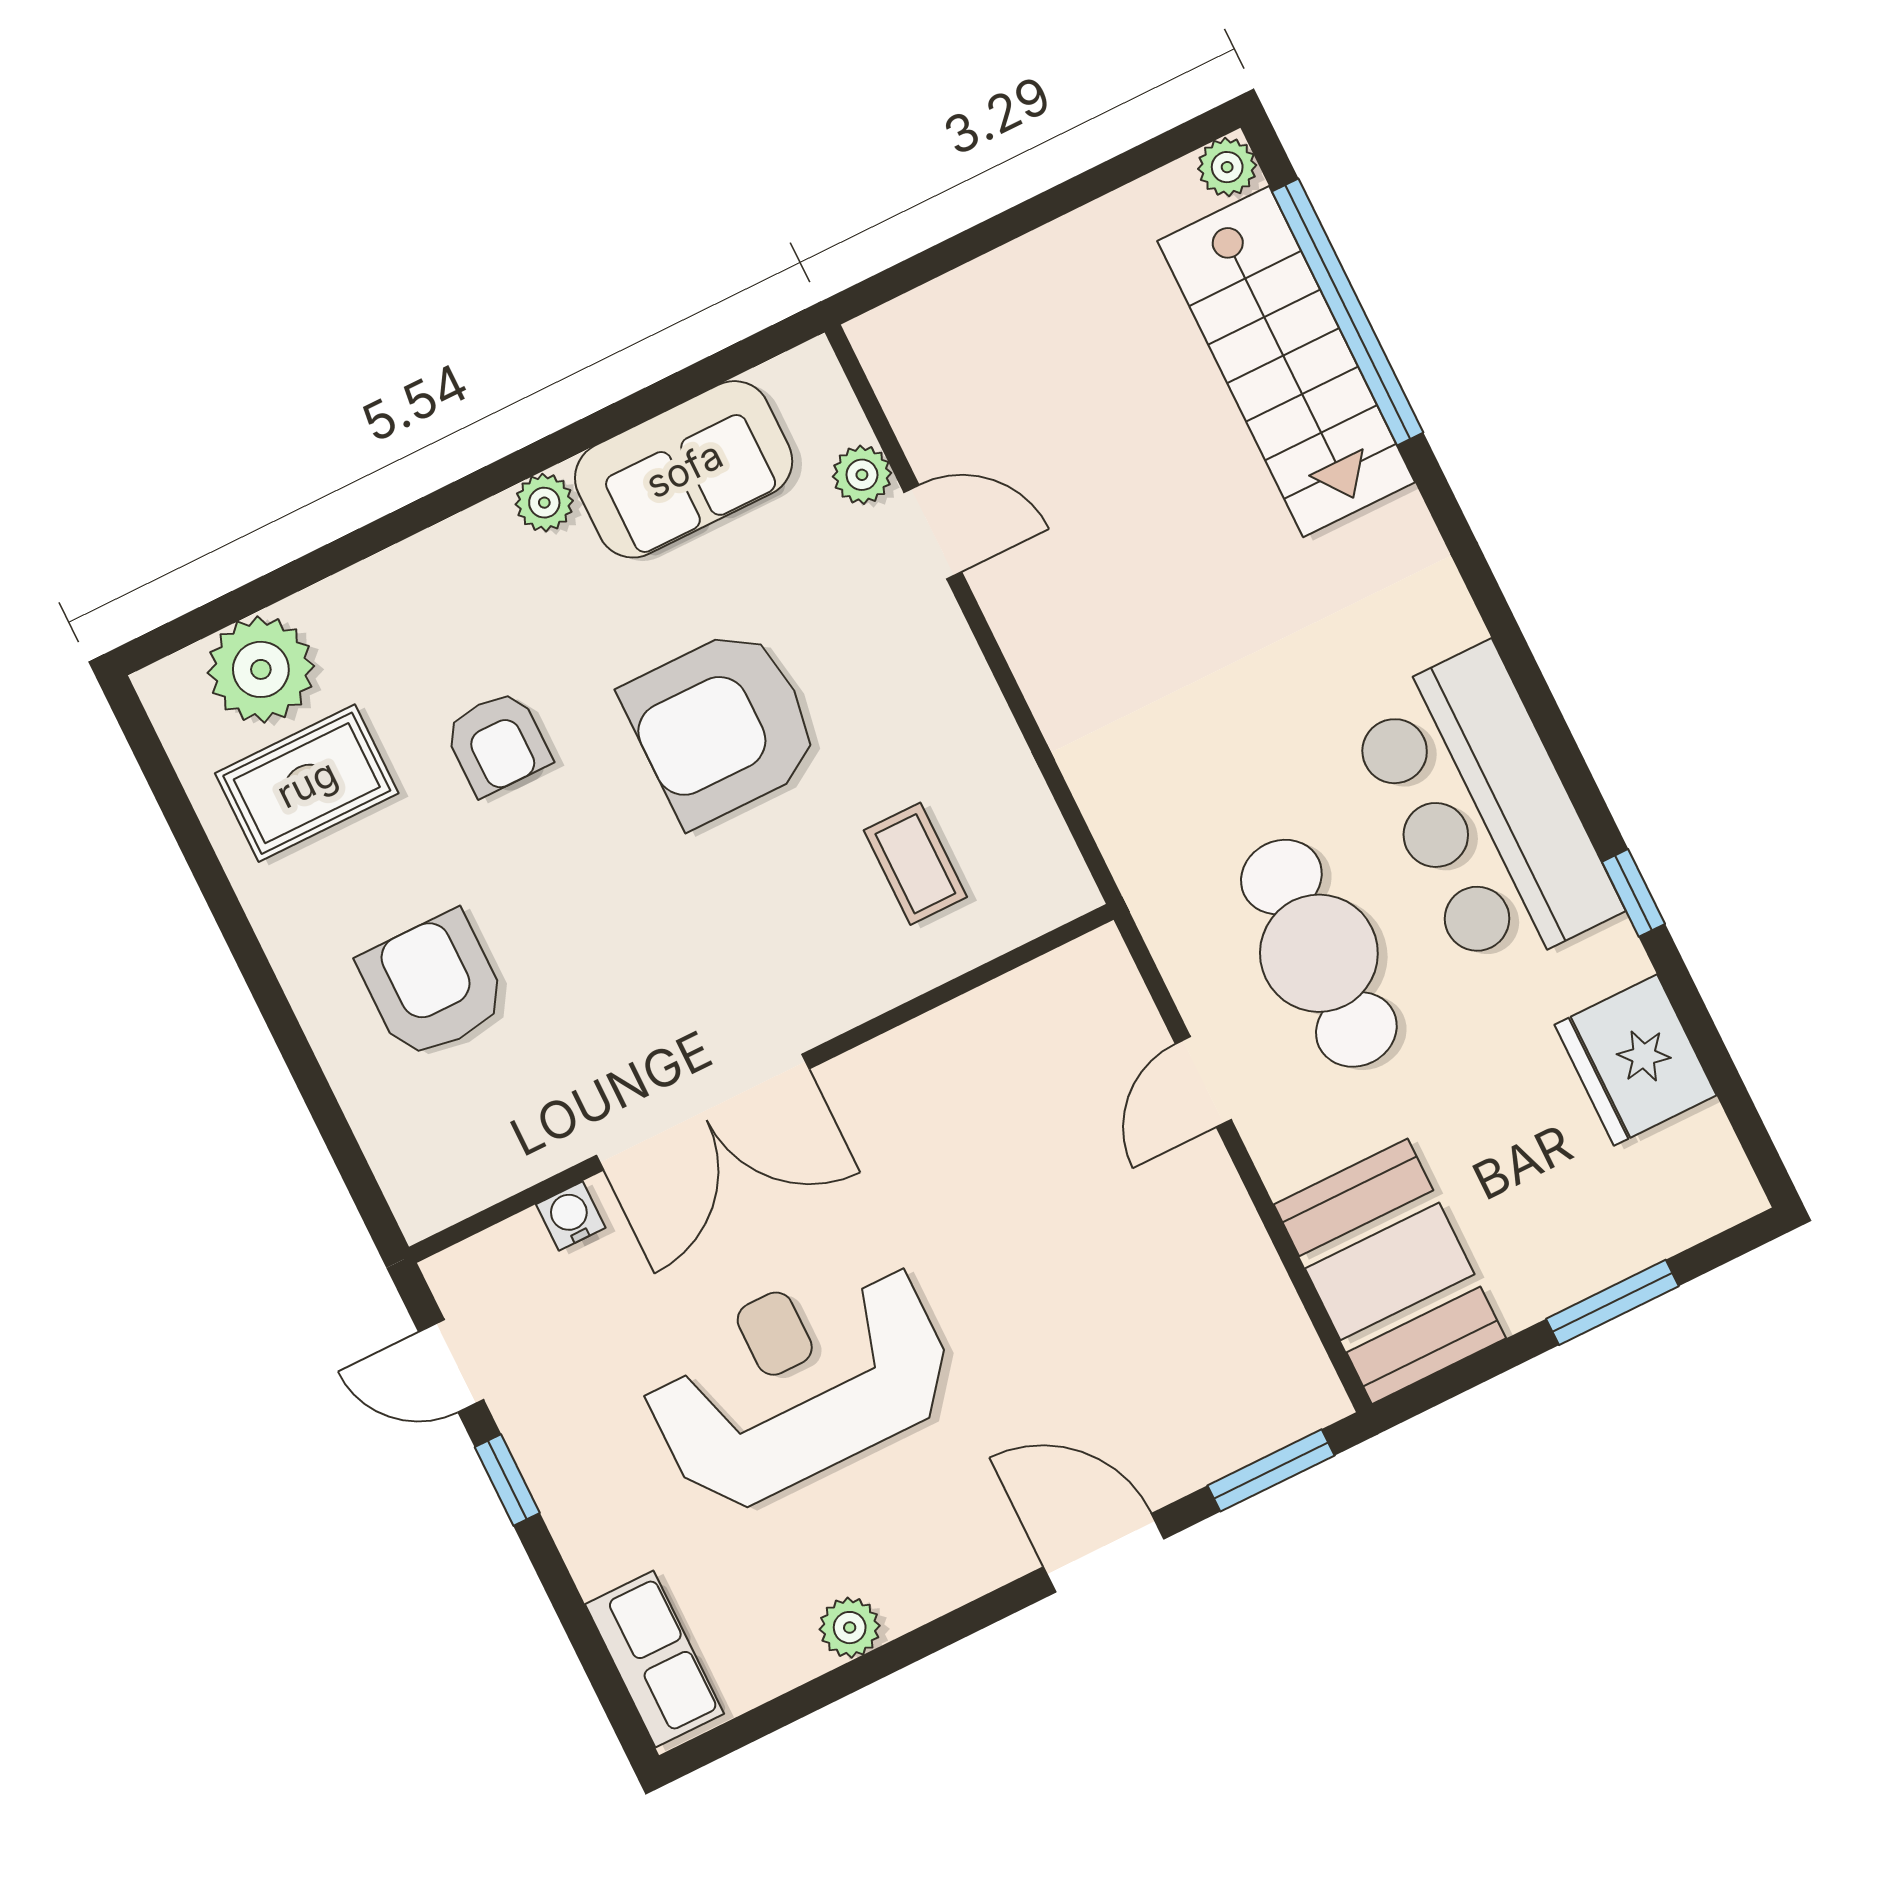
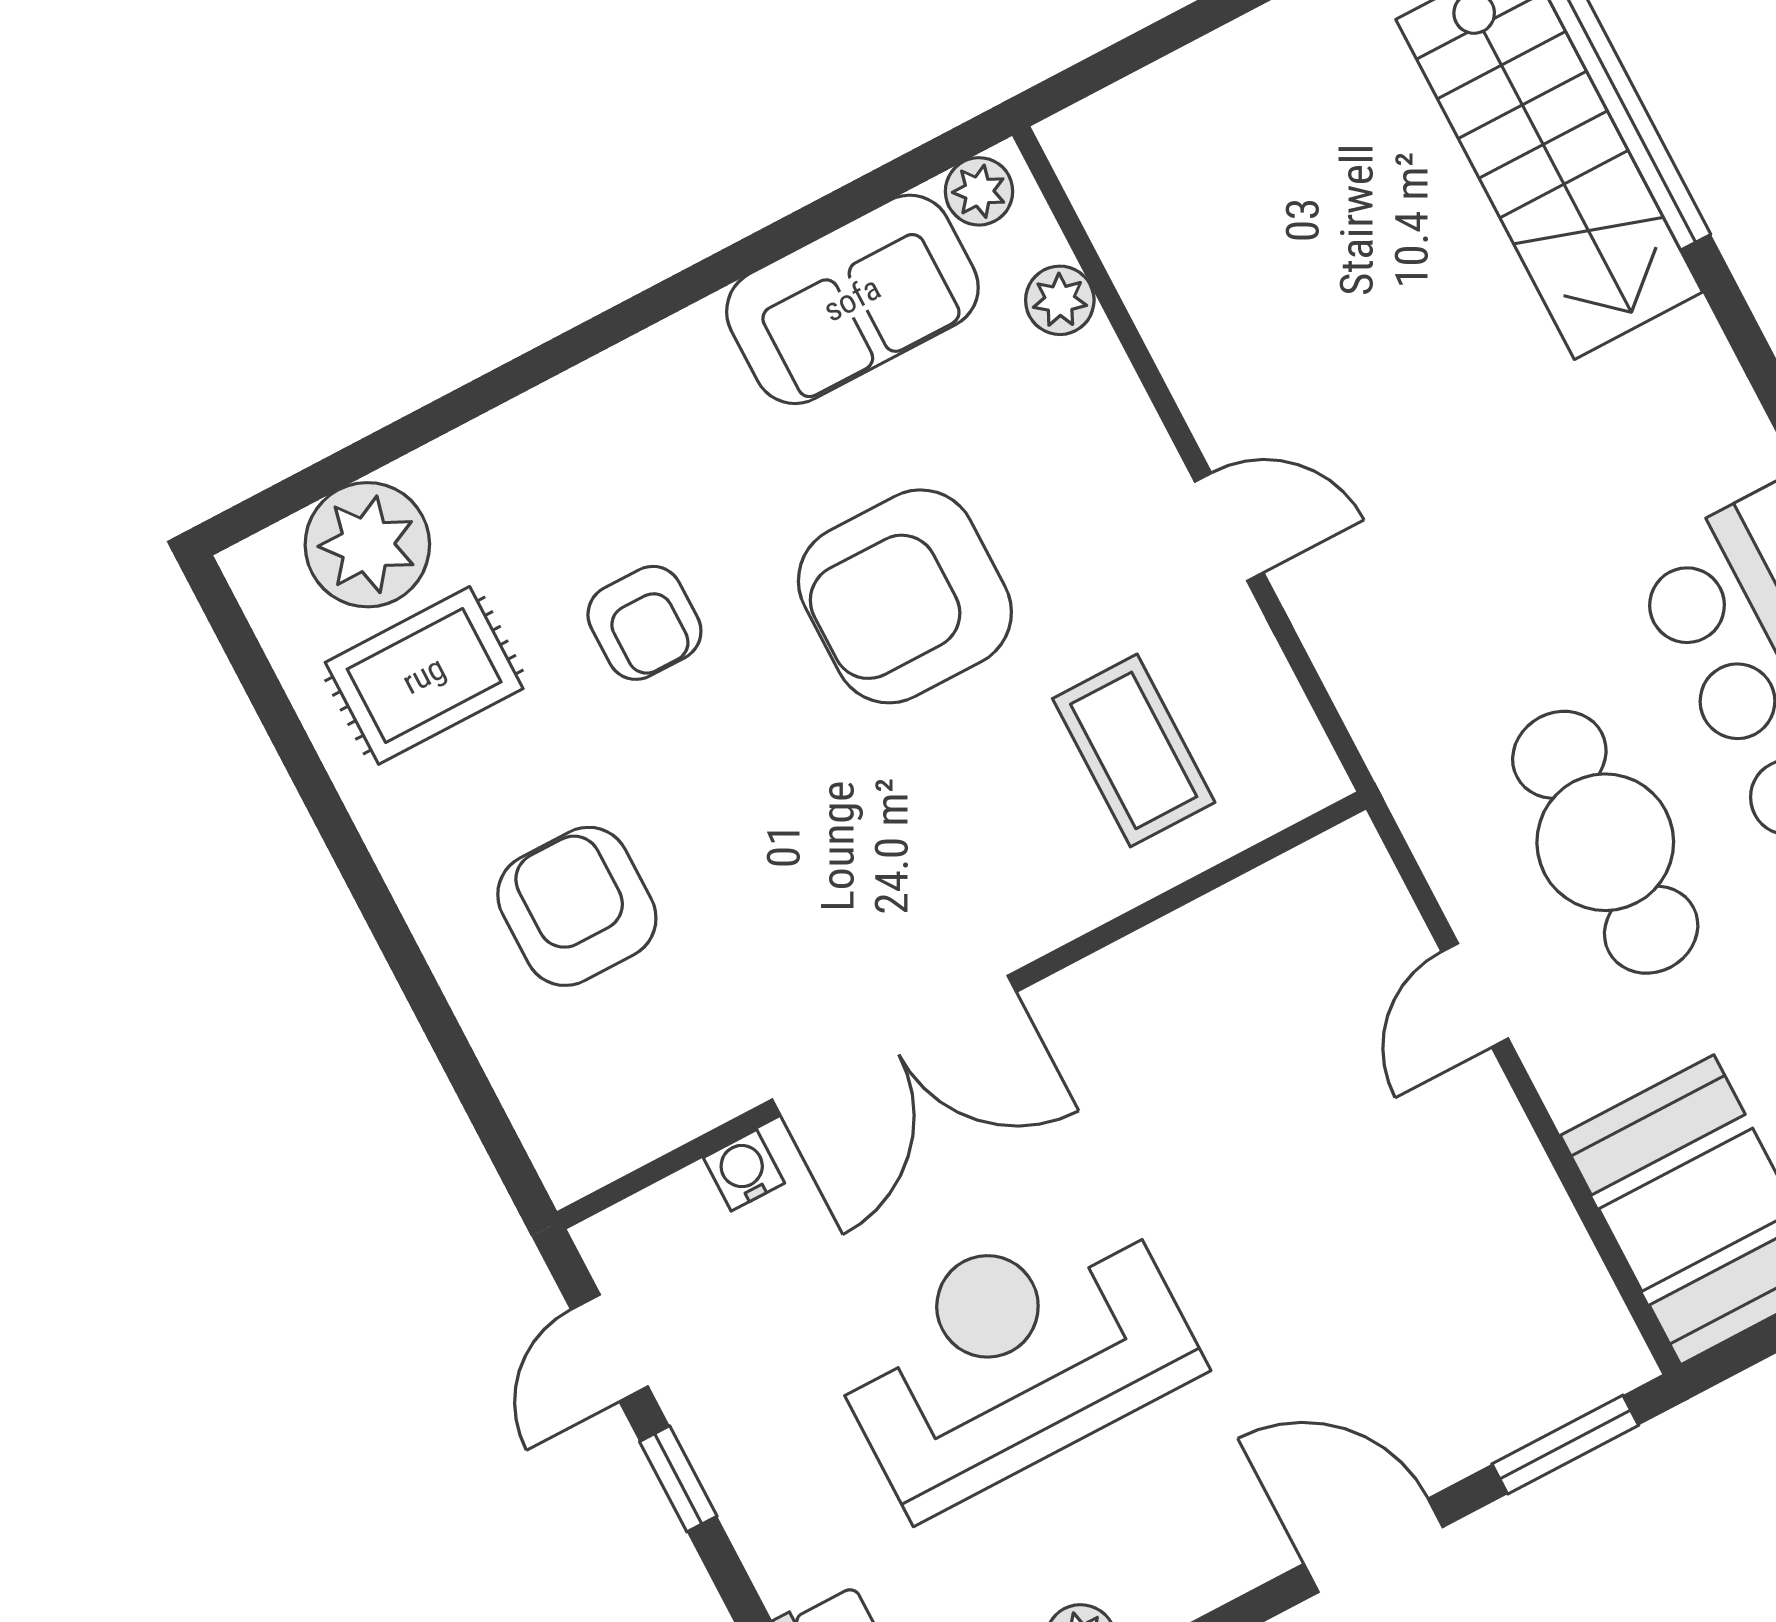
plant: (544, 503) -> (979, 191), moved
door: (933, 532) -> (1229, 527), moved
coffee table: (915, 864) -> (1134, 750), width x1.36, depth x1.30
door: (451, 1366) -> (610, 1348), hinge flipped

